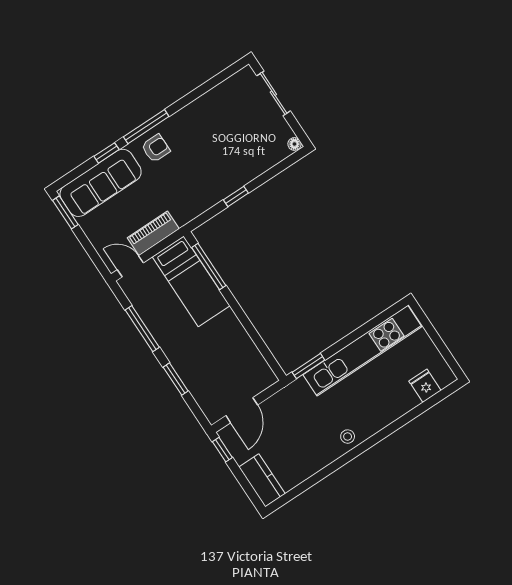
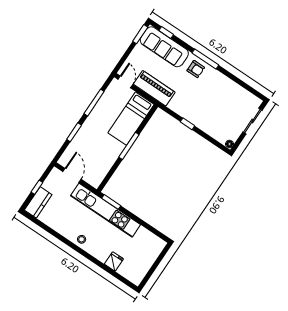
window: (106, 153) -> (166, 33), moved
piano: (153, 233) -> (154, 88), width x1.37, depth x1.33
window: (209, 267) -> (129, 146), moved
kitchen unit: (362, 351) -> (106, 210), moved
fridge: (425, 386) -> (114, 261), moved
door: (242, 410) -> (72, 175), swing flipped
window: (222, 450) -> (37, 187), moved

